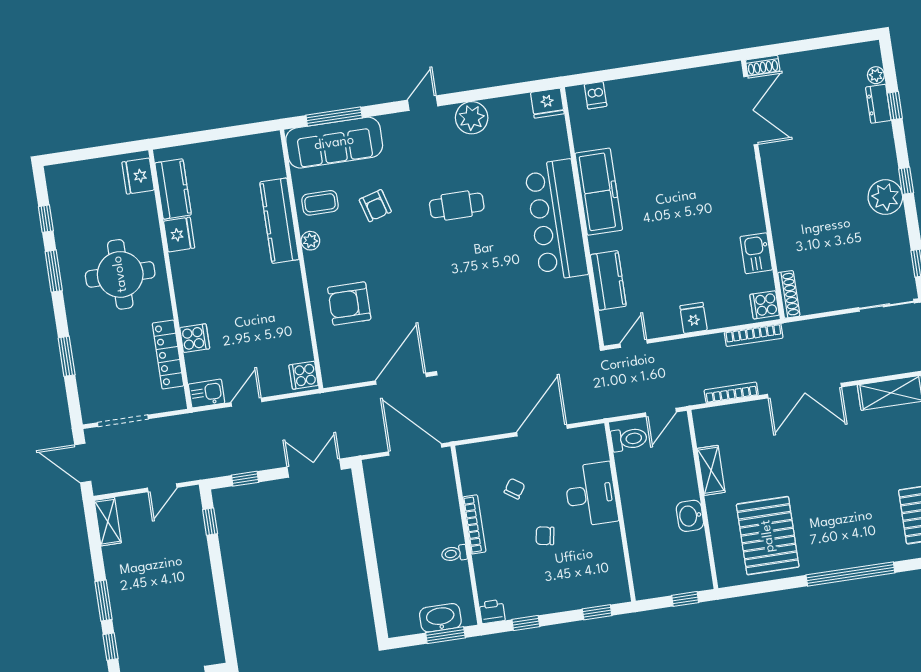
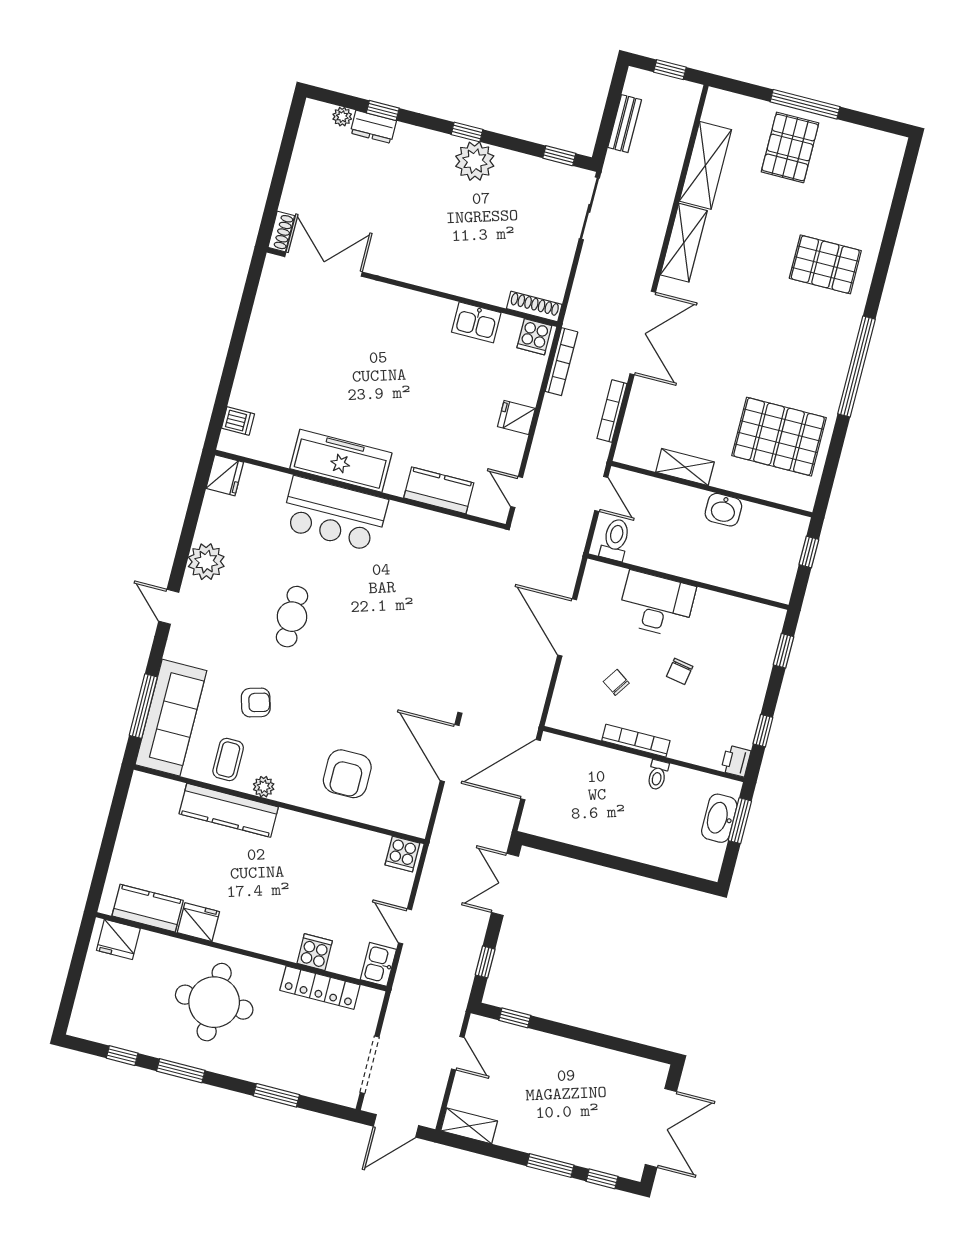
bar counter: (556, 220) -> (334, 514), width x0.73

